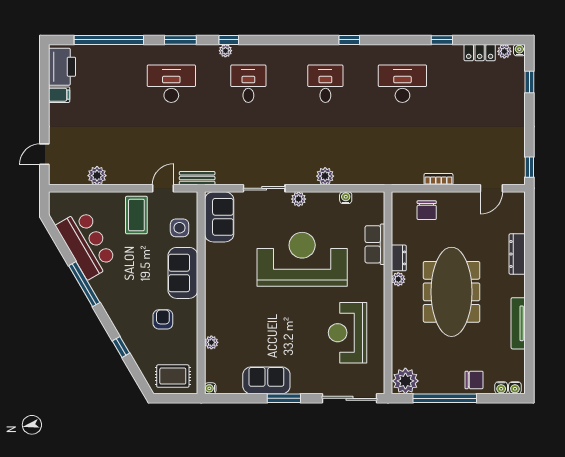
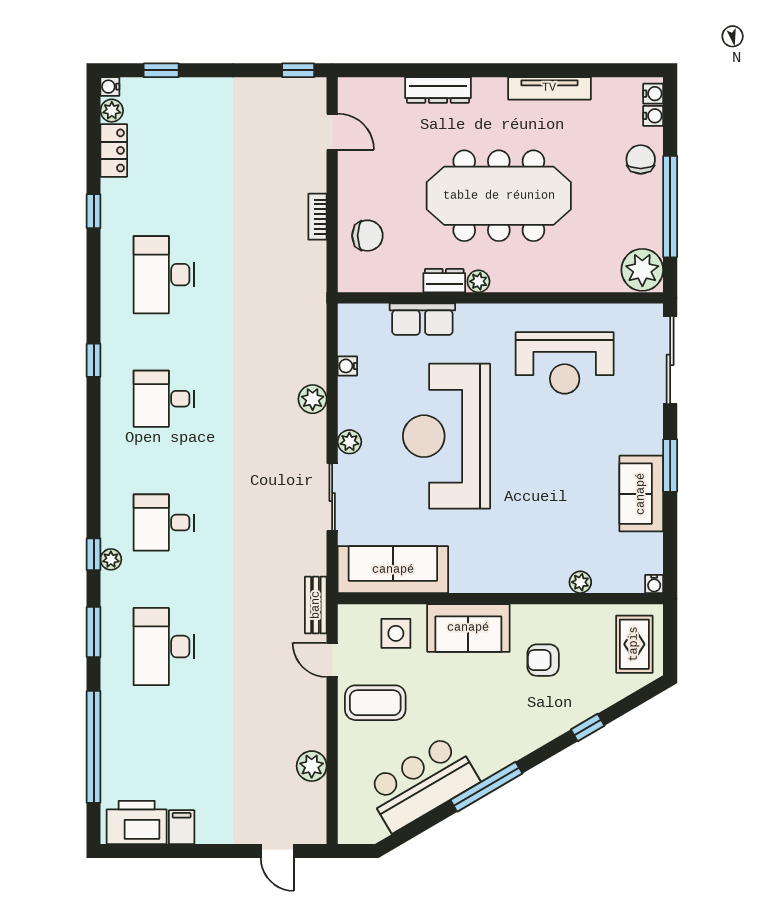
sofa: (219, 217) -> (393, 570), width x1.36

